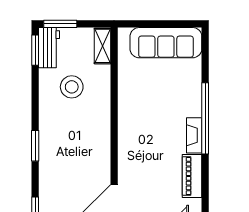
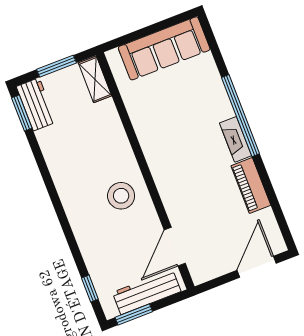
window: (60, 24) -> (56, 66), moved
stool: (72, 87) -> (121, 196), moved
window: (35, 146) -> (63, 219), removed

